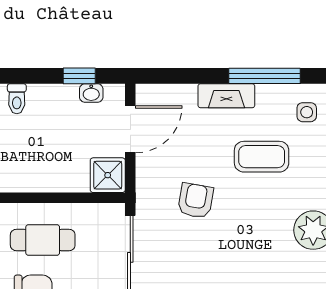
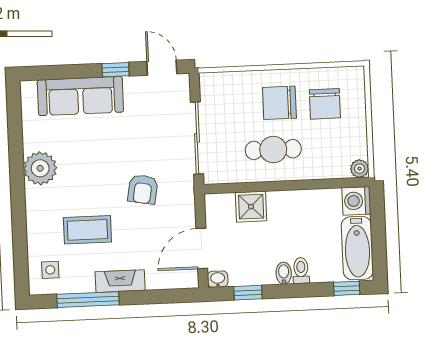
washbasin: (91, 93) -> (218, 279), moved
bidet: (37, 97) -> (284, 273), added
shower: (108, 175) -> (251, 207), moved

